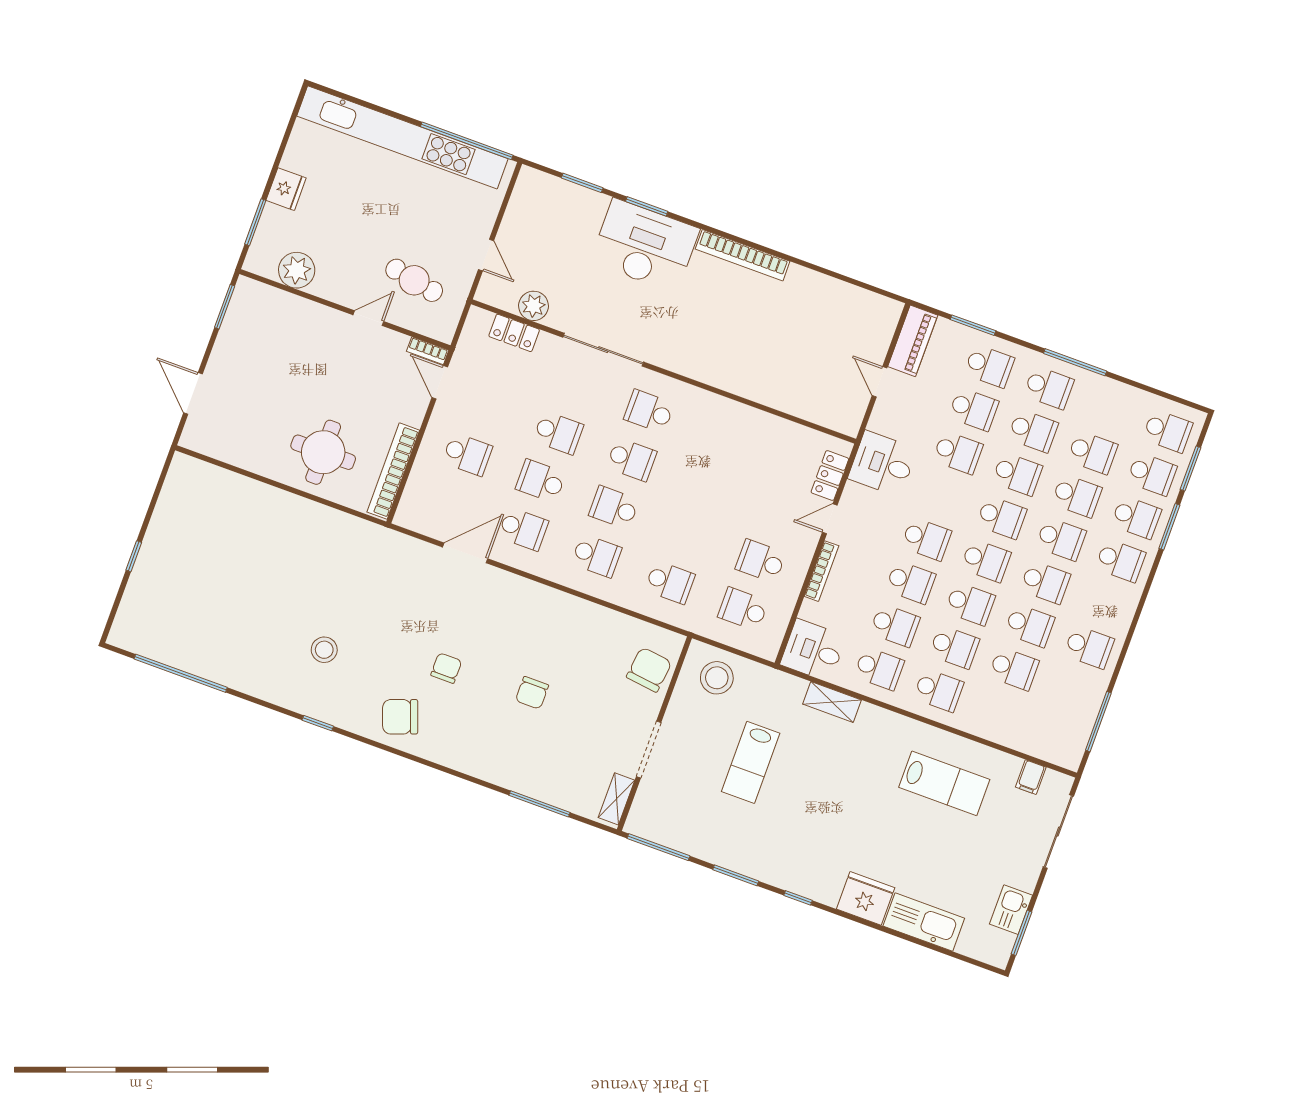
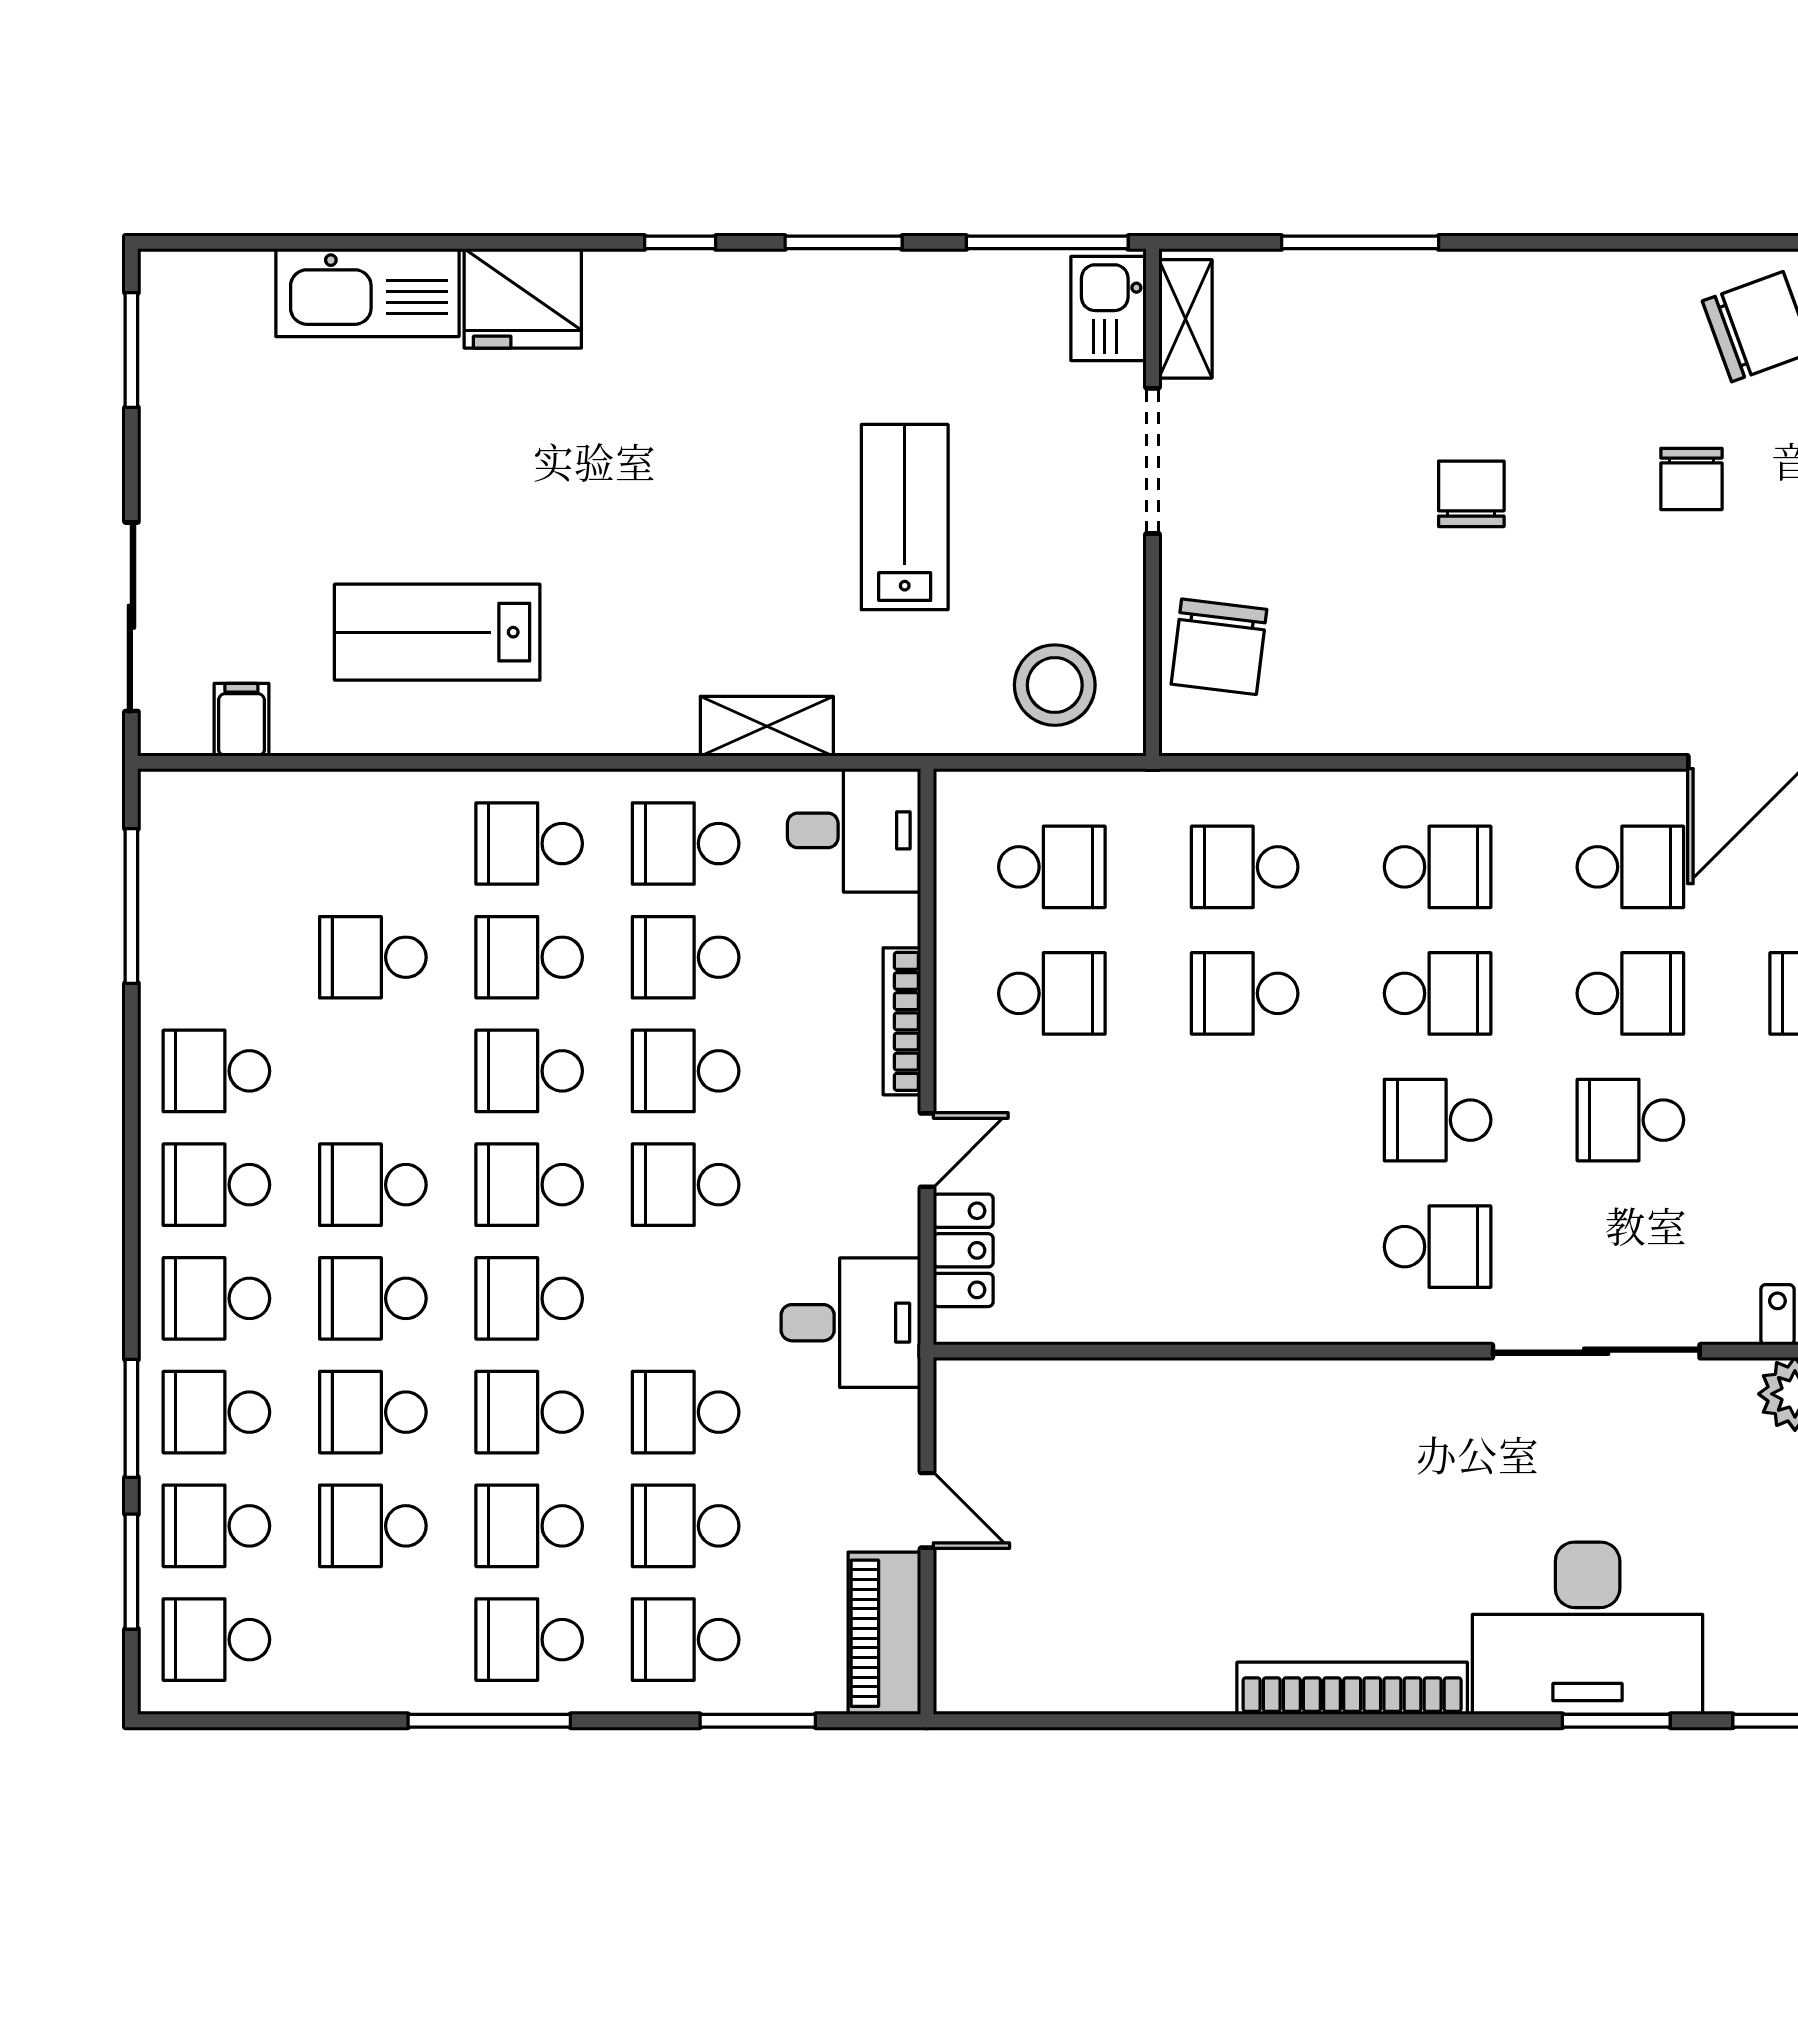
school desk: (523, 529) -> (1630, 867), turned 180
school desk: (687, 534) -> (1245, 993), added
school desk: (596, 556) -> (1438, 867), turned 180
school desk: (1029, 625) -> (216, 1185), moved
kitchen sink: (1011, 910) -> (1109, 309), moved, turned 180

